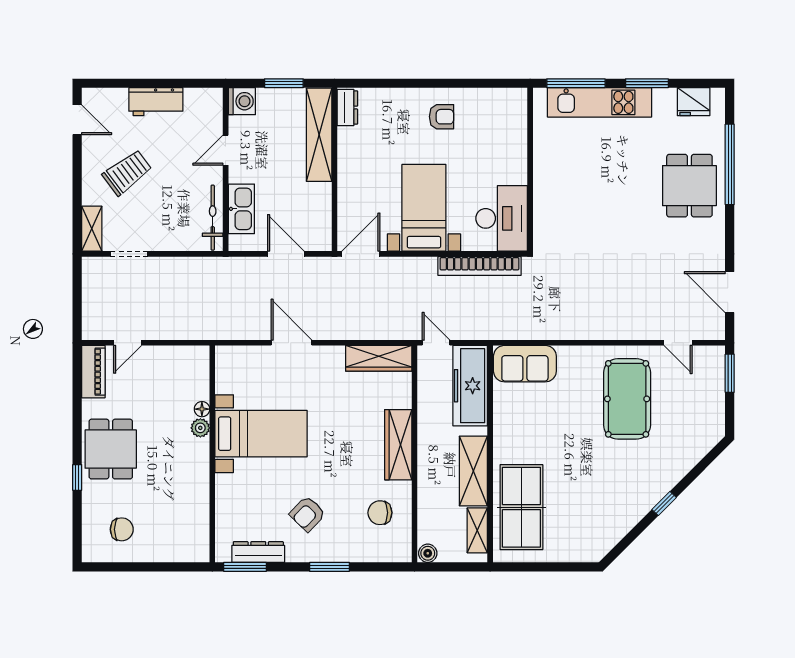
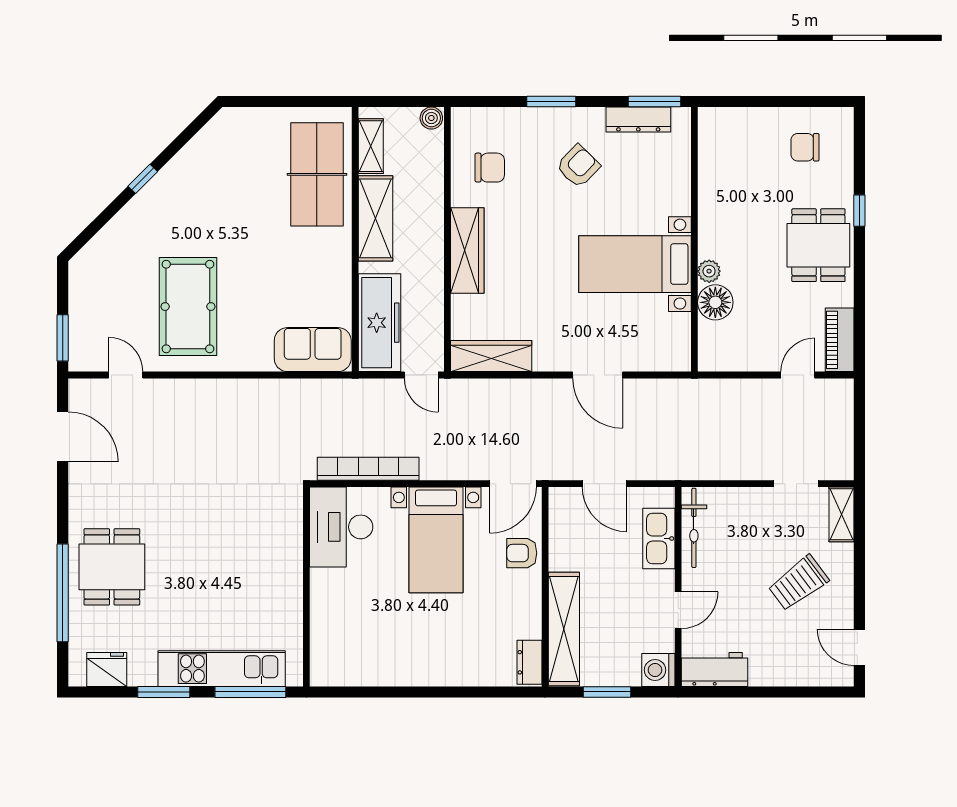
workbench: (156, 102) -> (714, 669), moved
armchair: (442, 117) -> (522, 553), moved
floor lamp: (202, 409) -> (715, 302), width x1.89, depth x1.89

